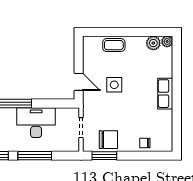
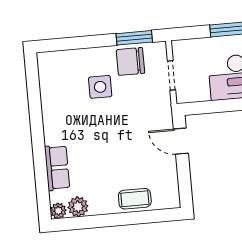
side table: (114, 85) -> (100, 87), moved
row of seats: (165, 94) -> (57, 168), moved
chair: (145, 143) -> (77, 61), removed

